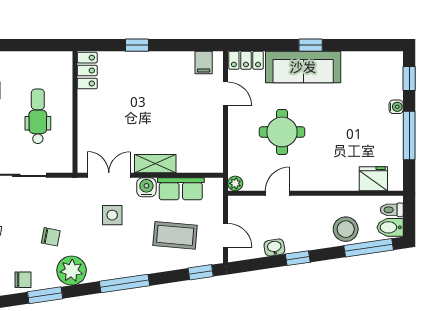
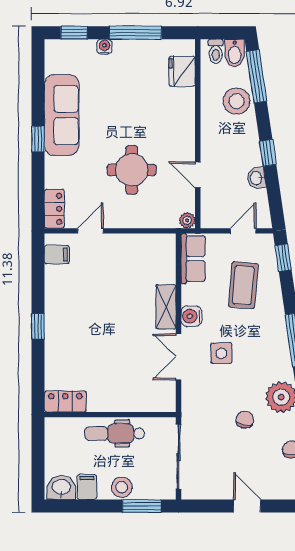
sofa: (303, 67) -> (62, 115), moved
locker: (87, 71) -> (65, 401), moved
wall: (75, 112) -> (110, 415), moved
row of seats: (181, 189) -> (193, 259), moved

